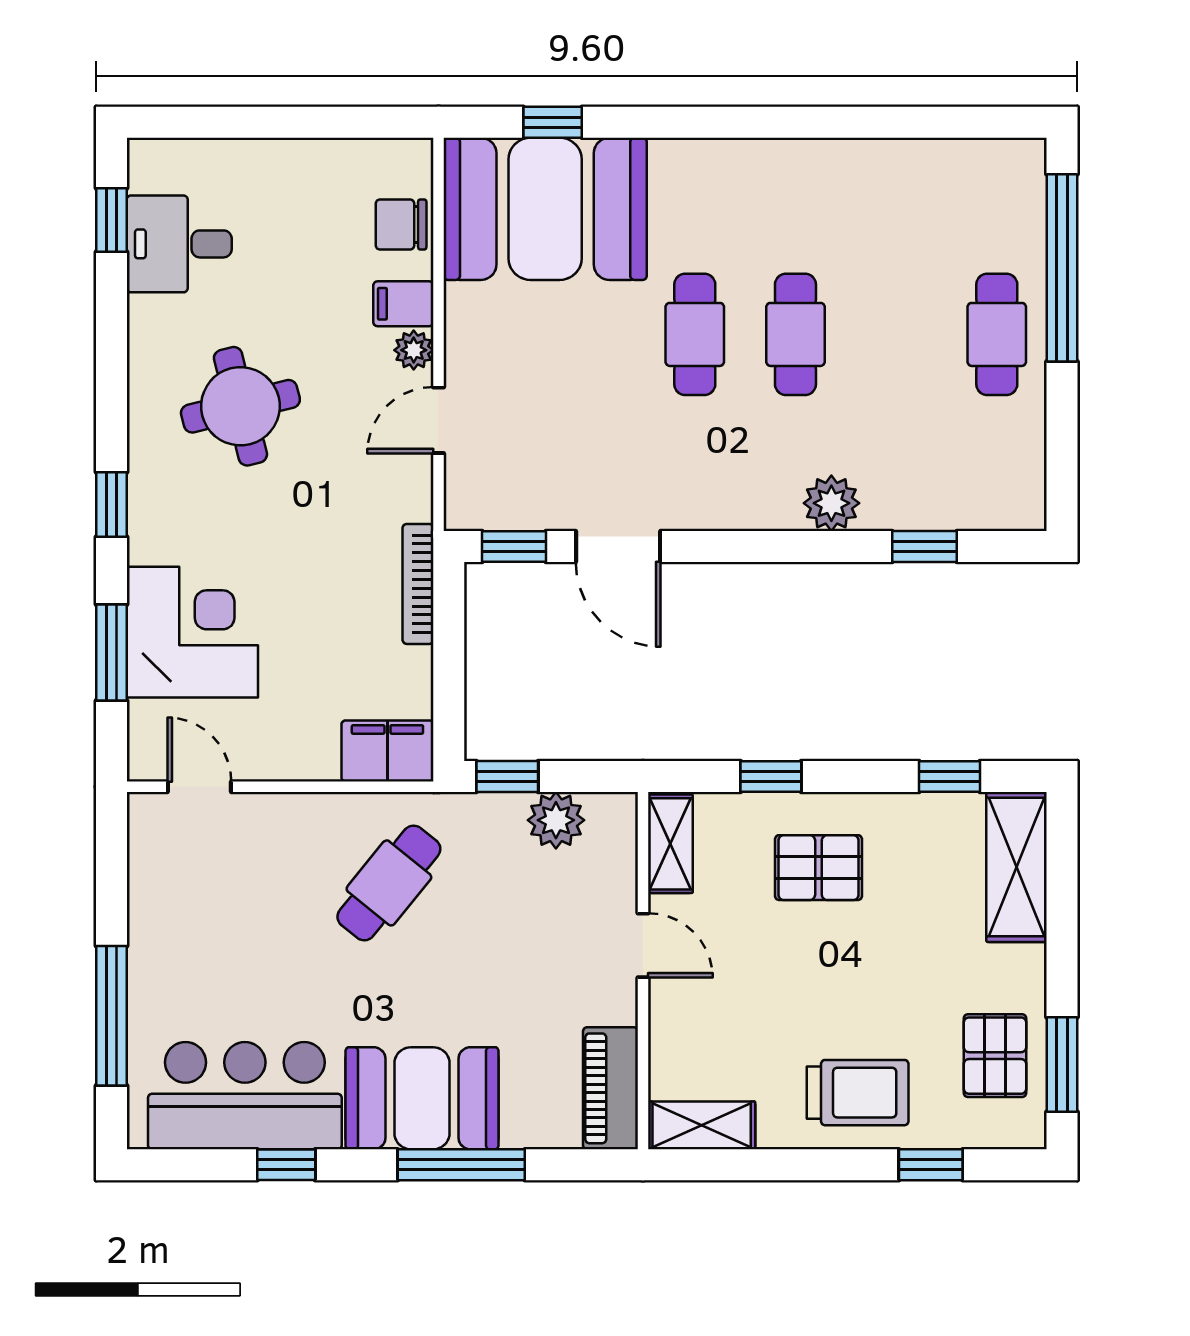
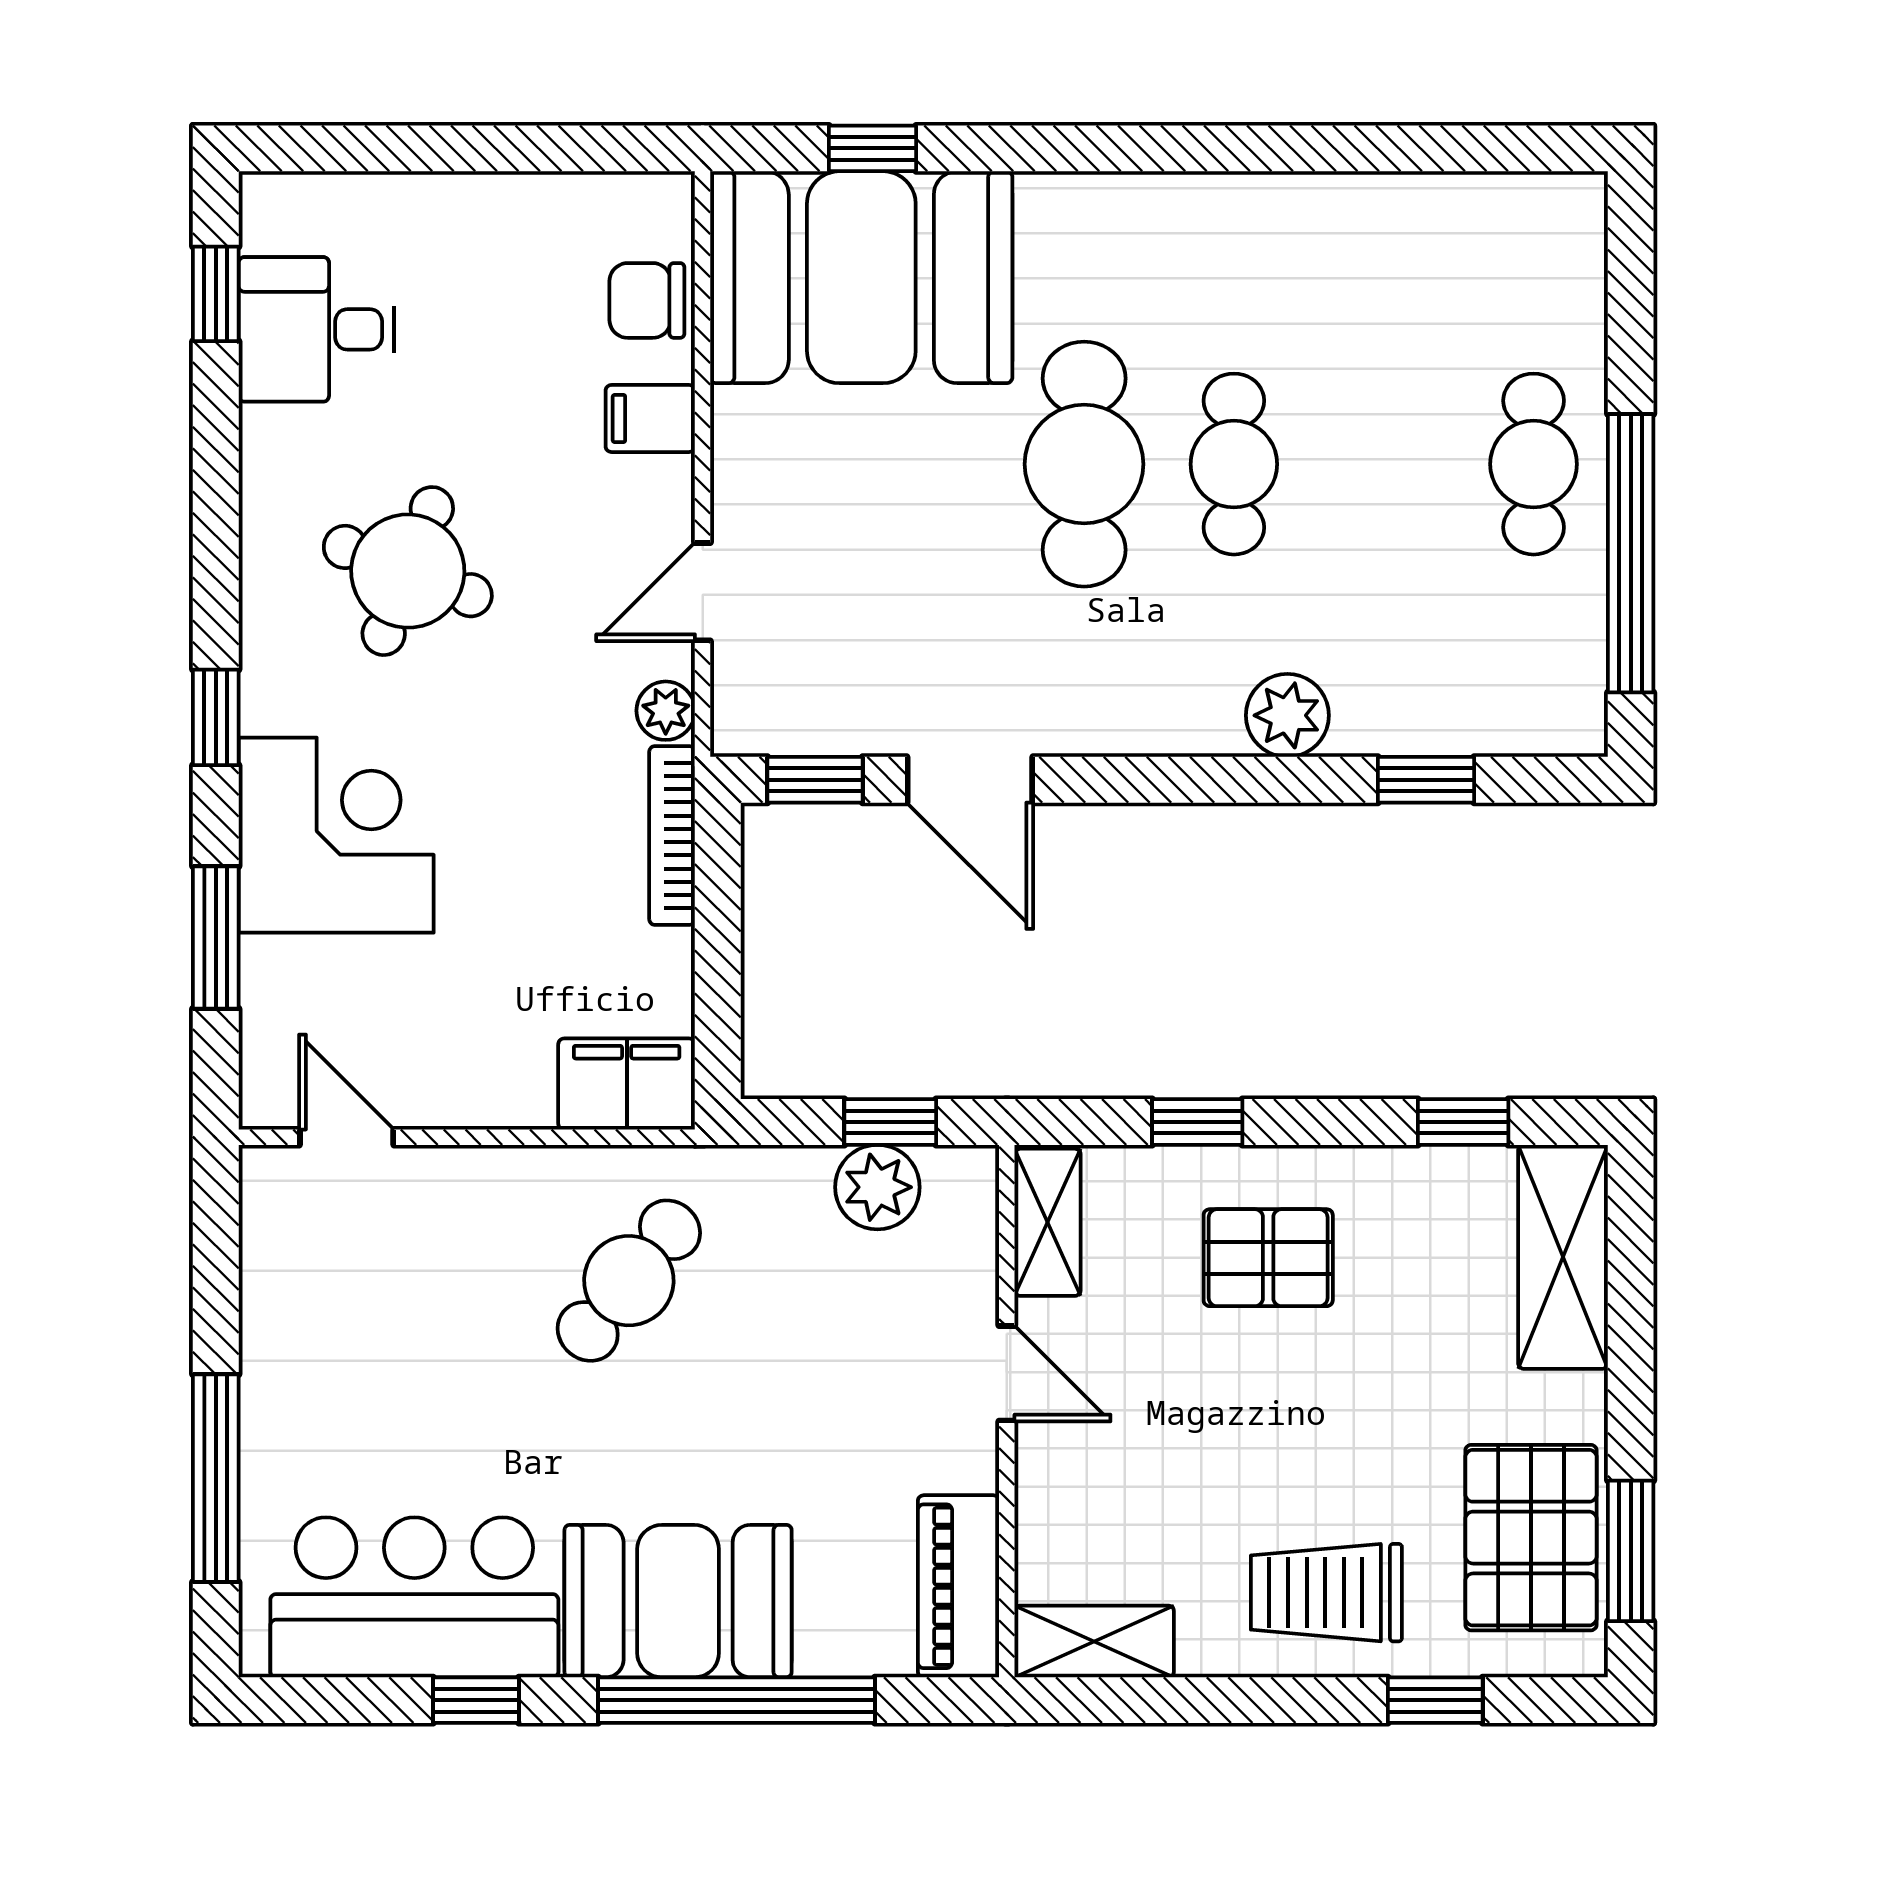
window: (1062, 268) -> (1631, 553), moved
cafe table: (695, 334) -> (1084, 464), width x1.37, depth x1.35
plant: (414, 350) -> (666, 711), moved
round table: (240, 406) -> (408, 571), turned 35
corner desk: (192, 632) -> (336, 835), moved
window: (507, 776) -> (890, 1122), moved
pallet: (995, 1056) -> (1531, 1538), width x1.50, depth x1.42
trolley: (858, 1093) -> (1326, 1593), turned 180
window: (461, 1165) -> (737, 1700), width x1.46

